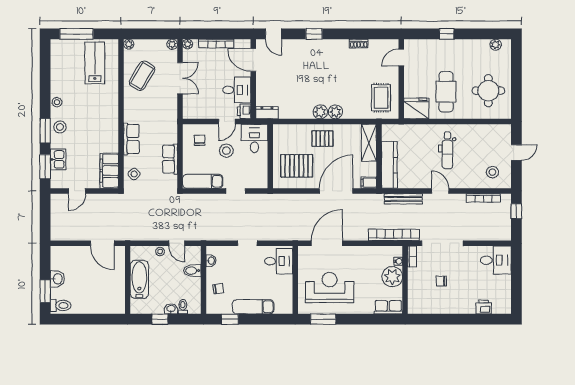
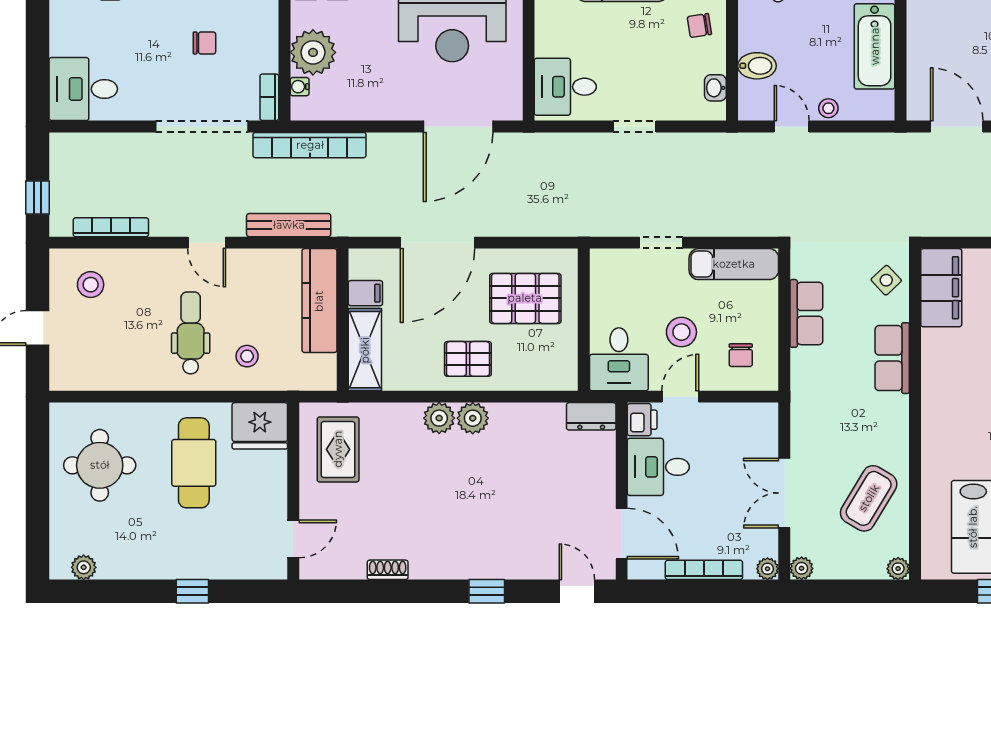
stool: (422, 140) -> (247, 356), added
filing cabinet: (369, 183) -> (365, 293), moved

